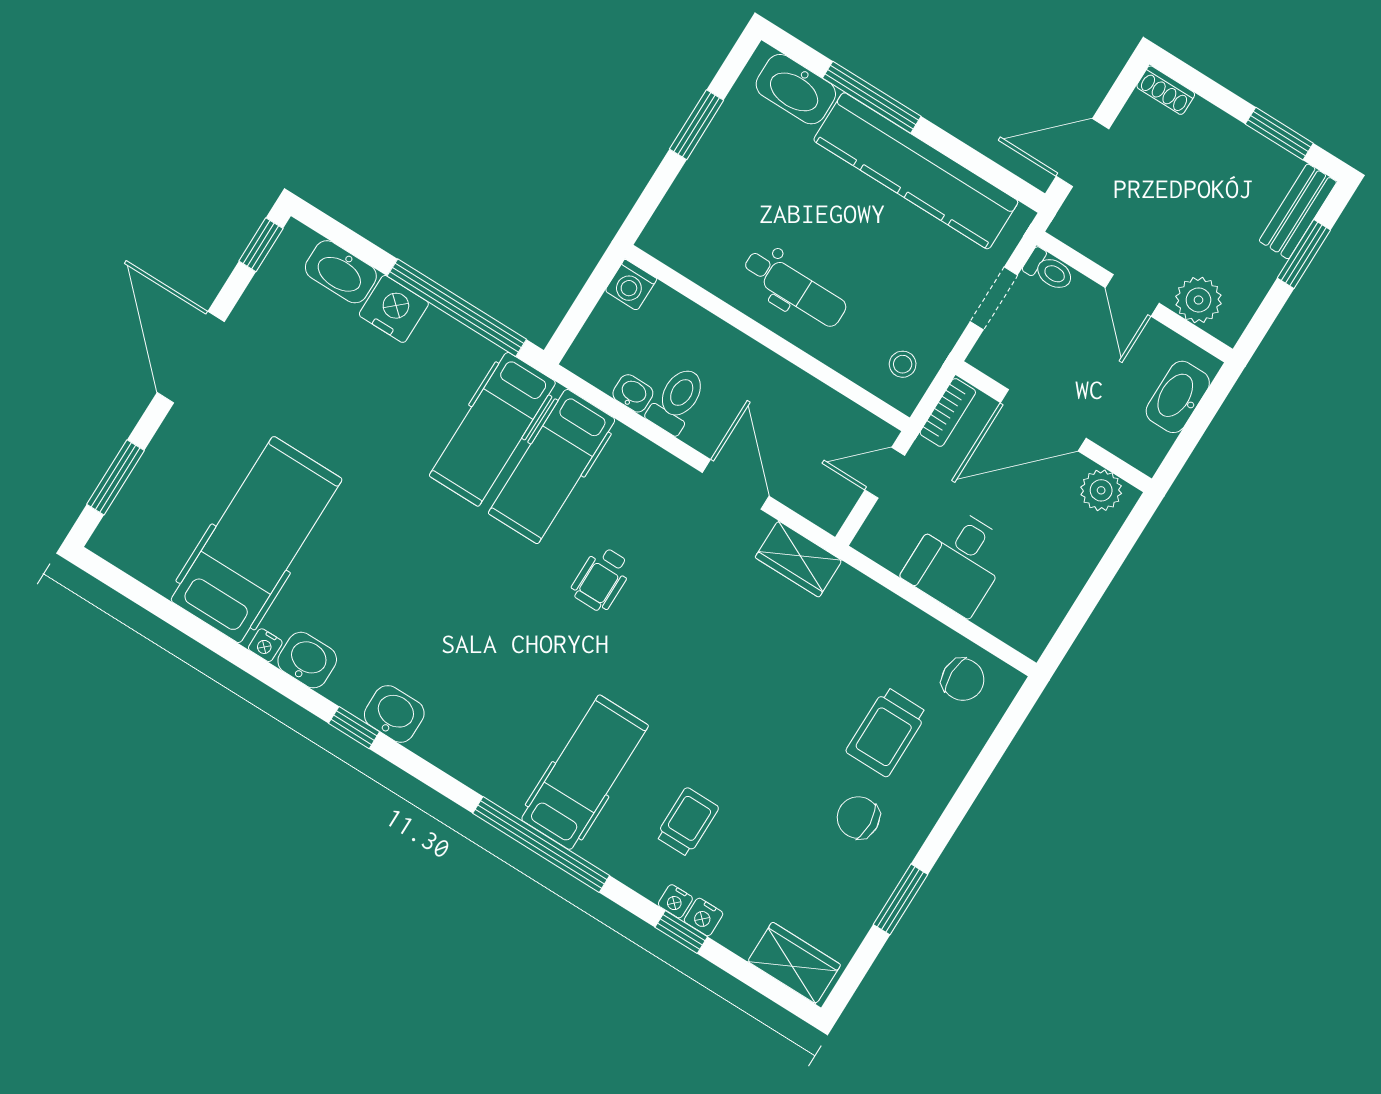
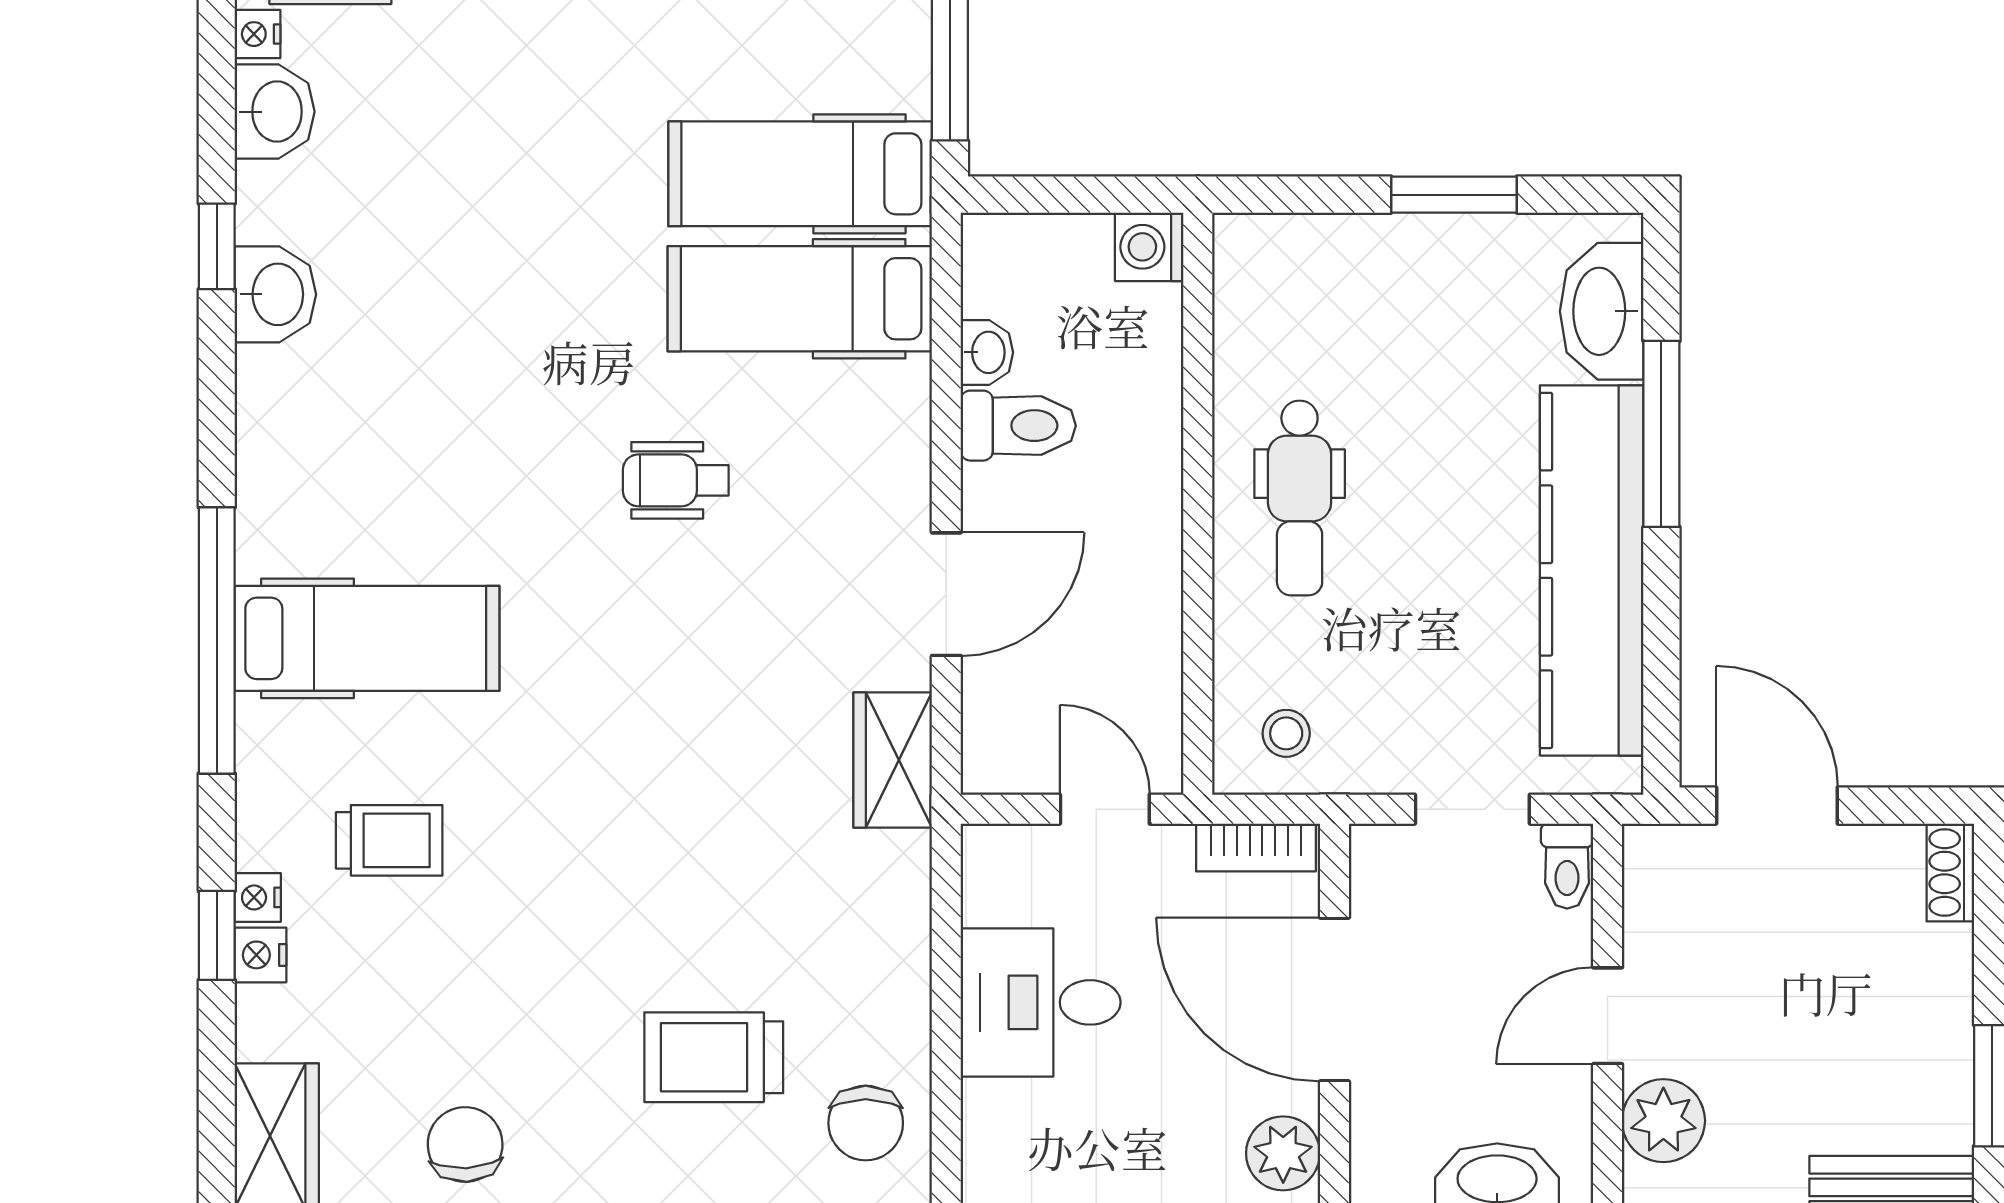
chair: (858, 818) -> (465, 1144), moved

